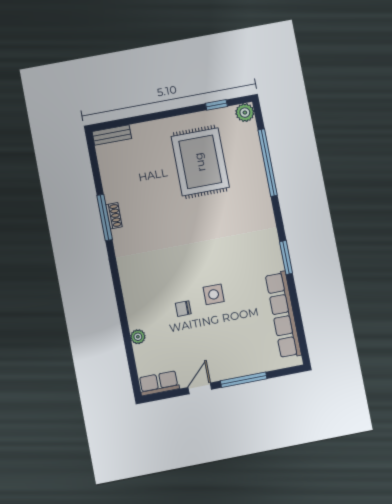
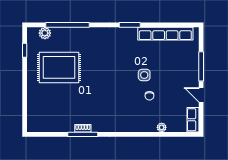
plant: (245, 113) -> (45, 33), moved
bench: (112, 135) -> (31, 120), removed

